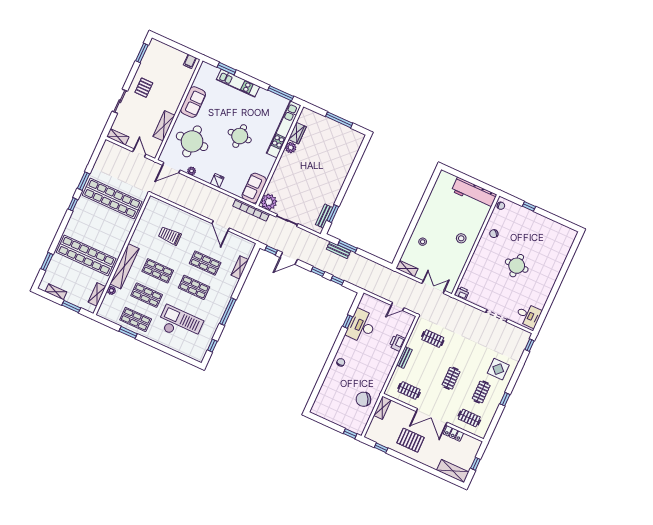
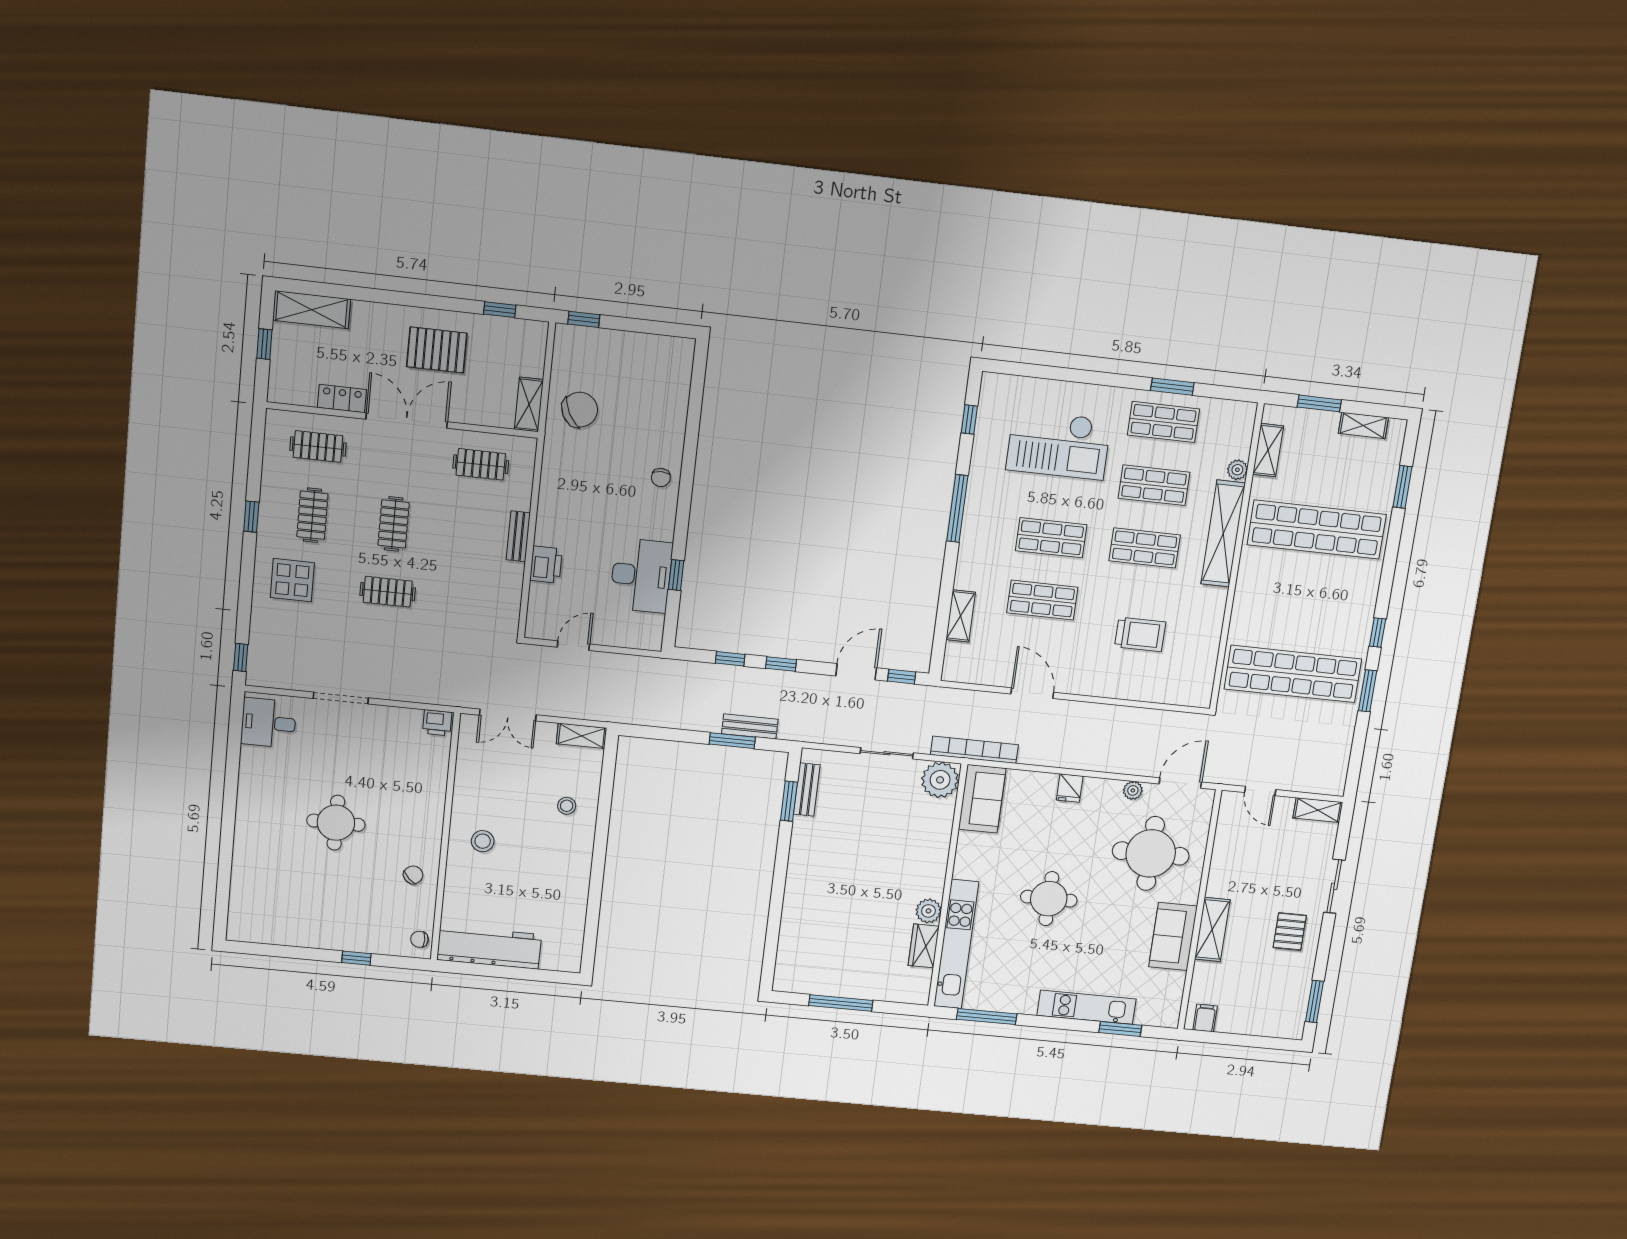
shelving: (164, 126) -> (1212, 929), moved
clothes rail: (433, 339) -> (388, 592), moved

